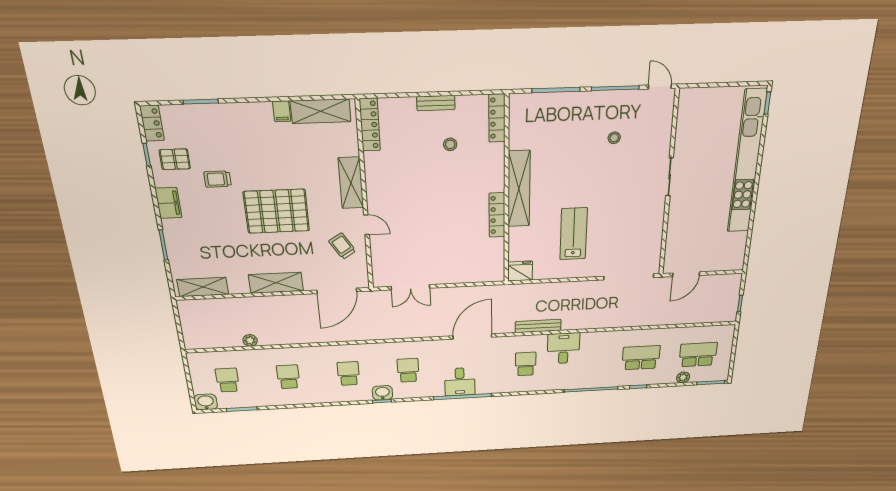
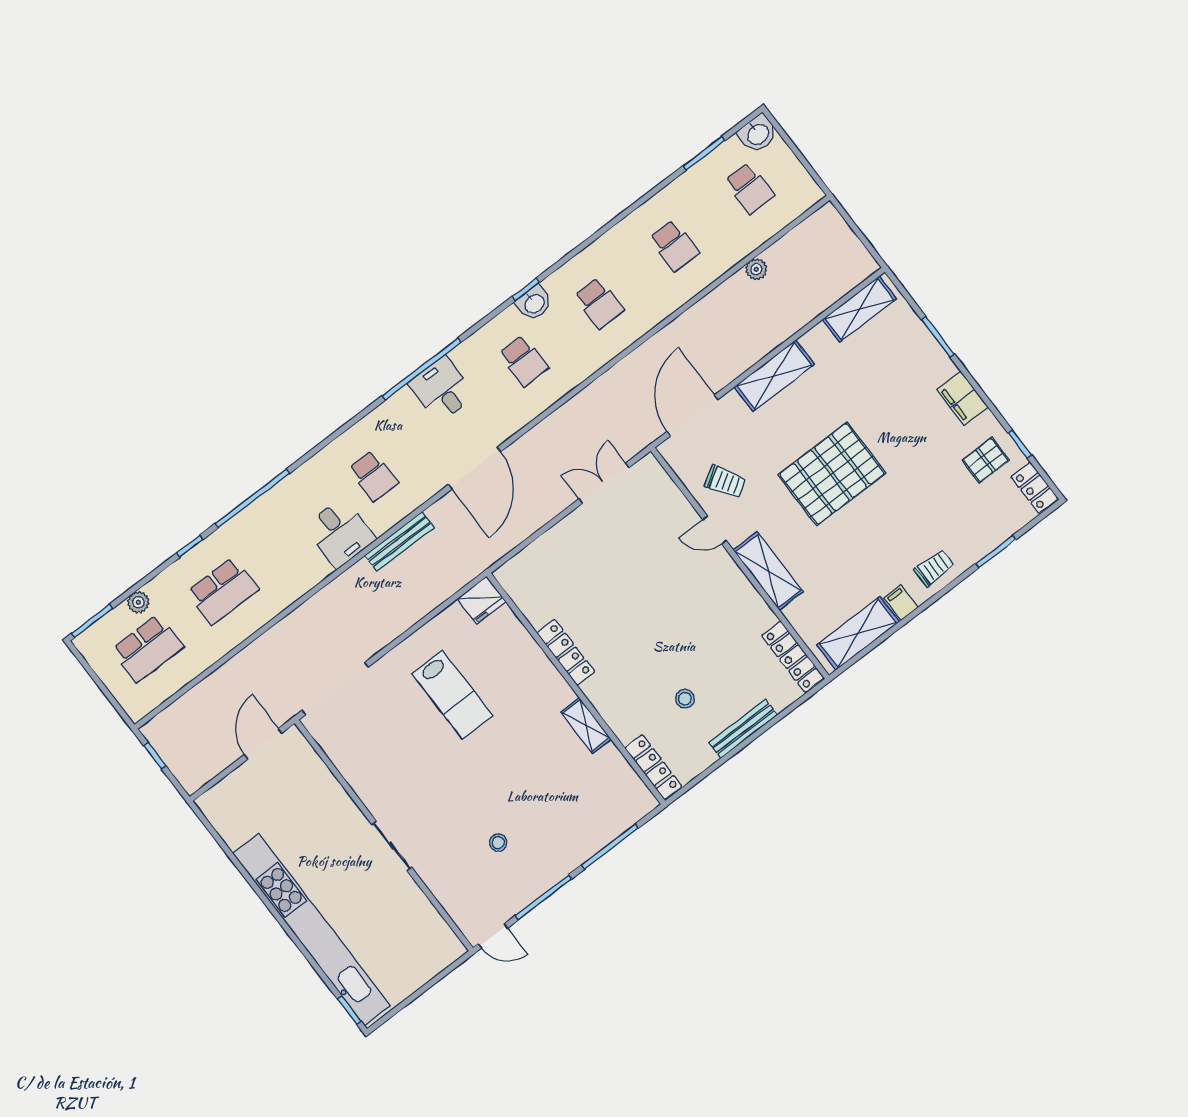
bench: (436, 103) -> (743, 729), width x1.36
trolley: (218, 179) -> (934, 568), moved
shelving: (519, 189) -> (586, 726), width x0.45, depth x0.75

